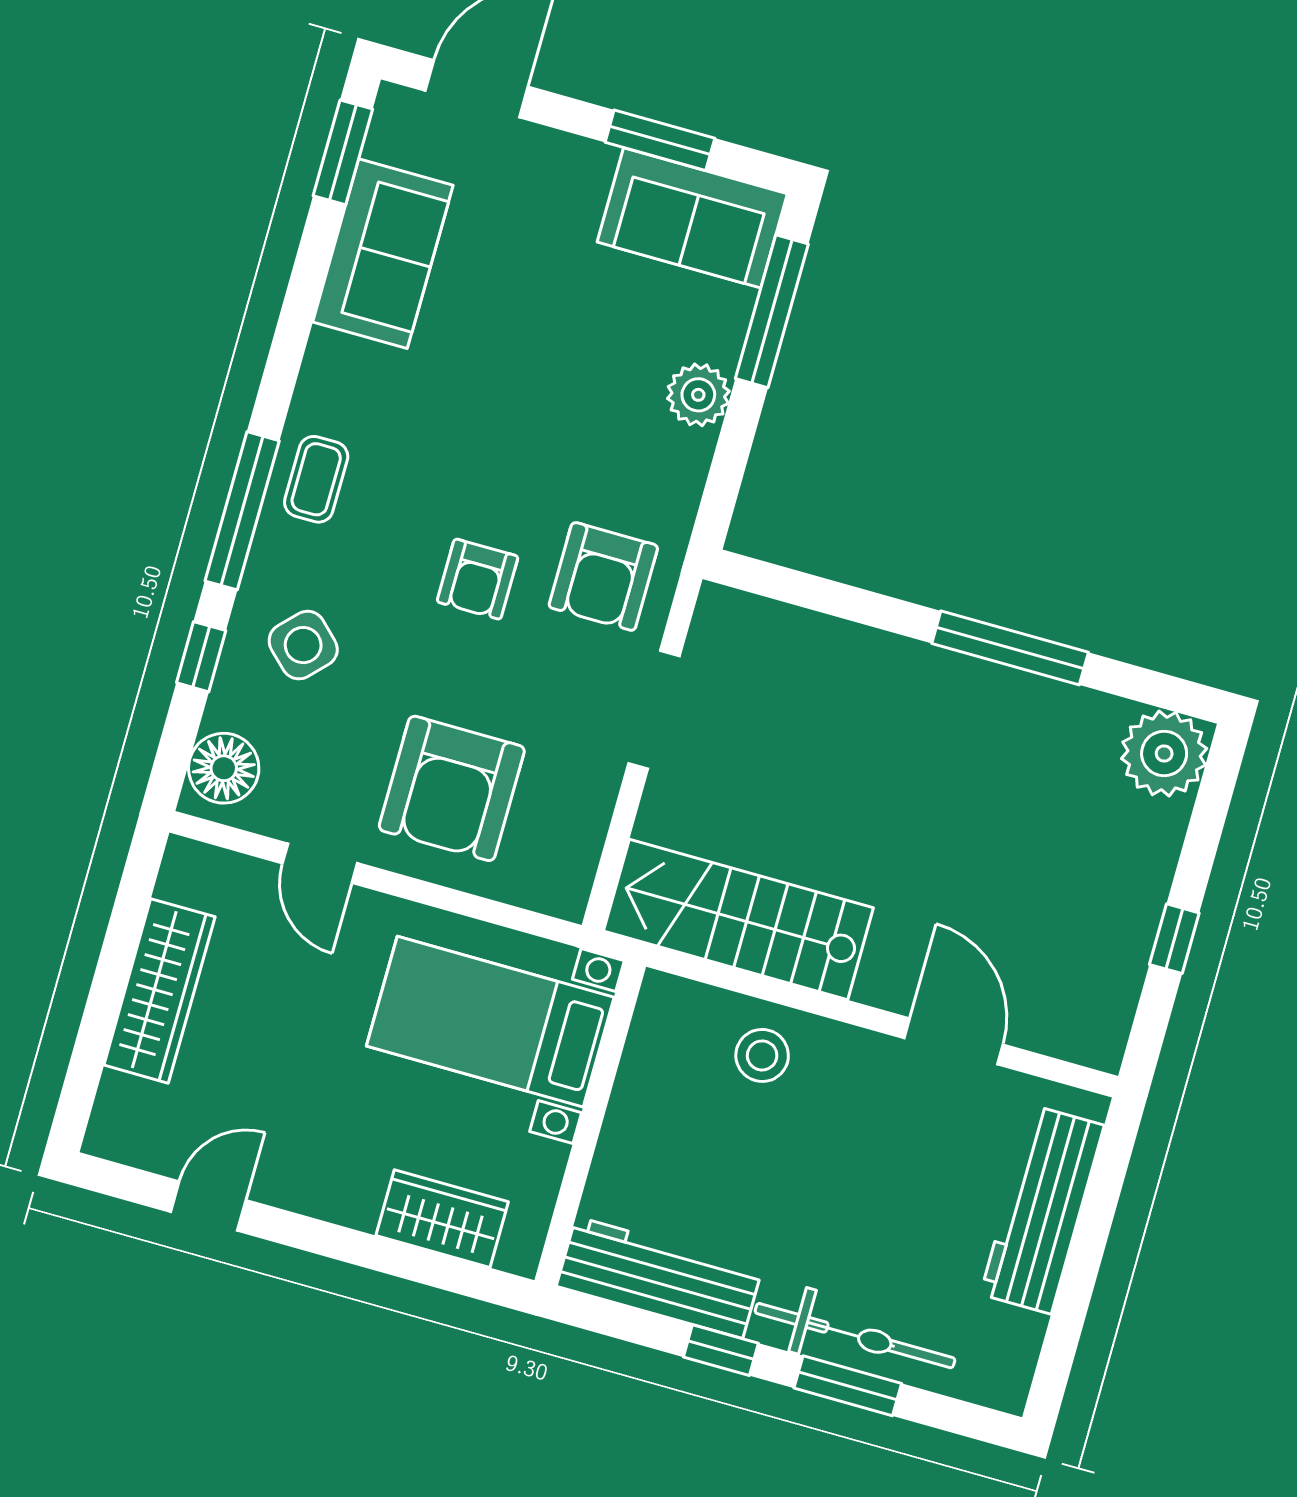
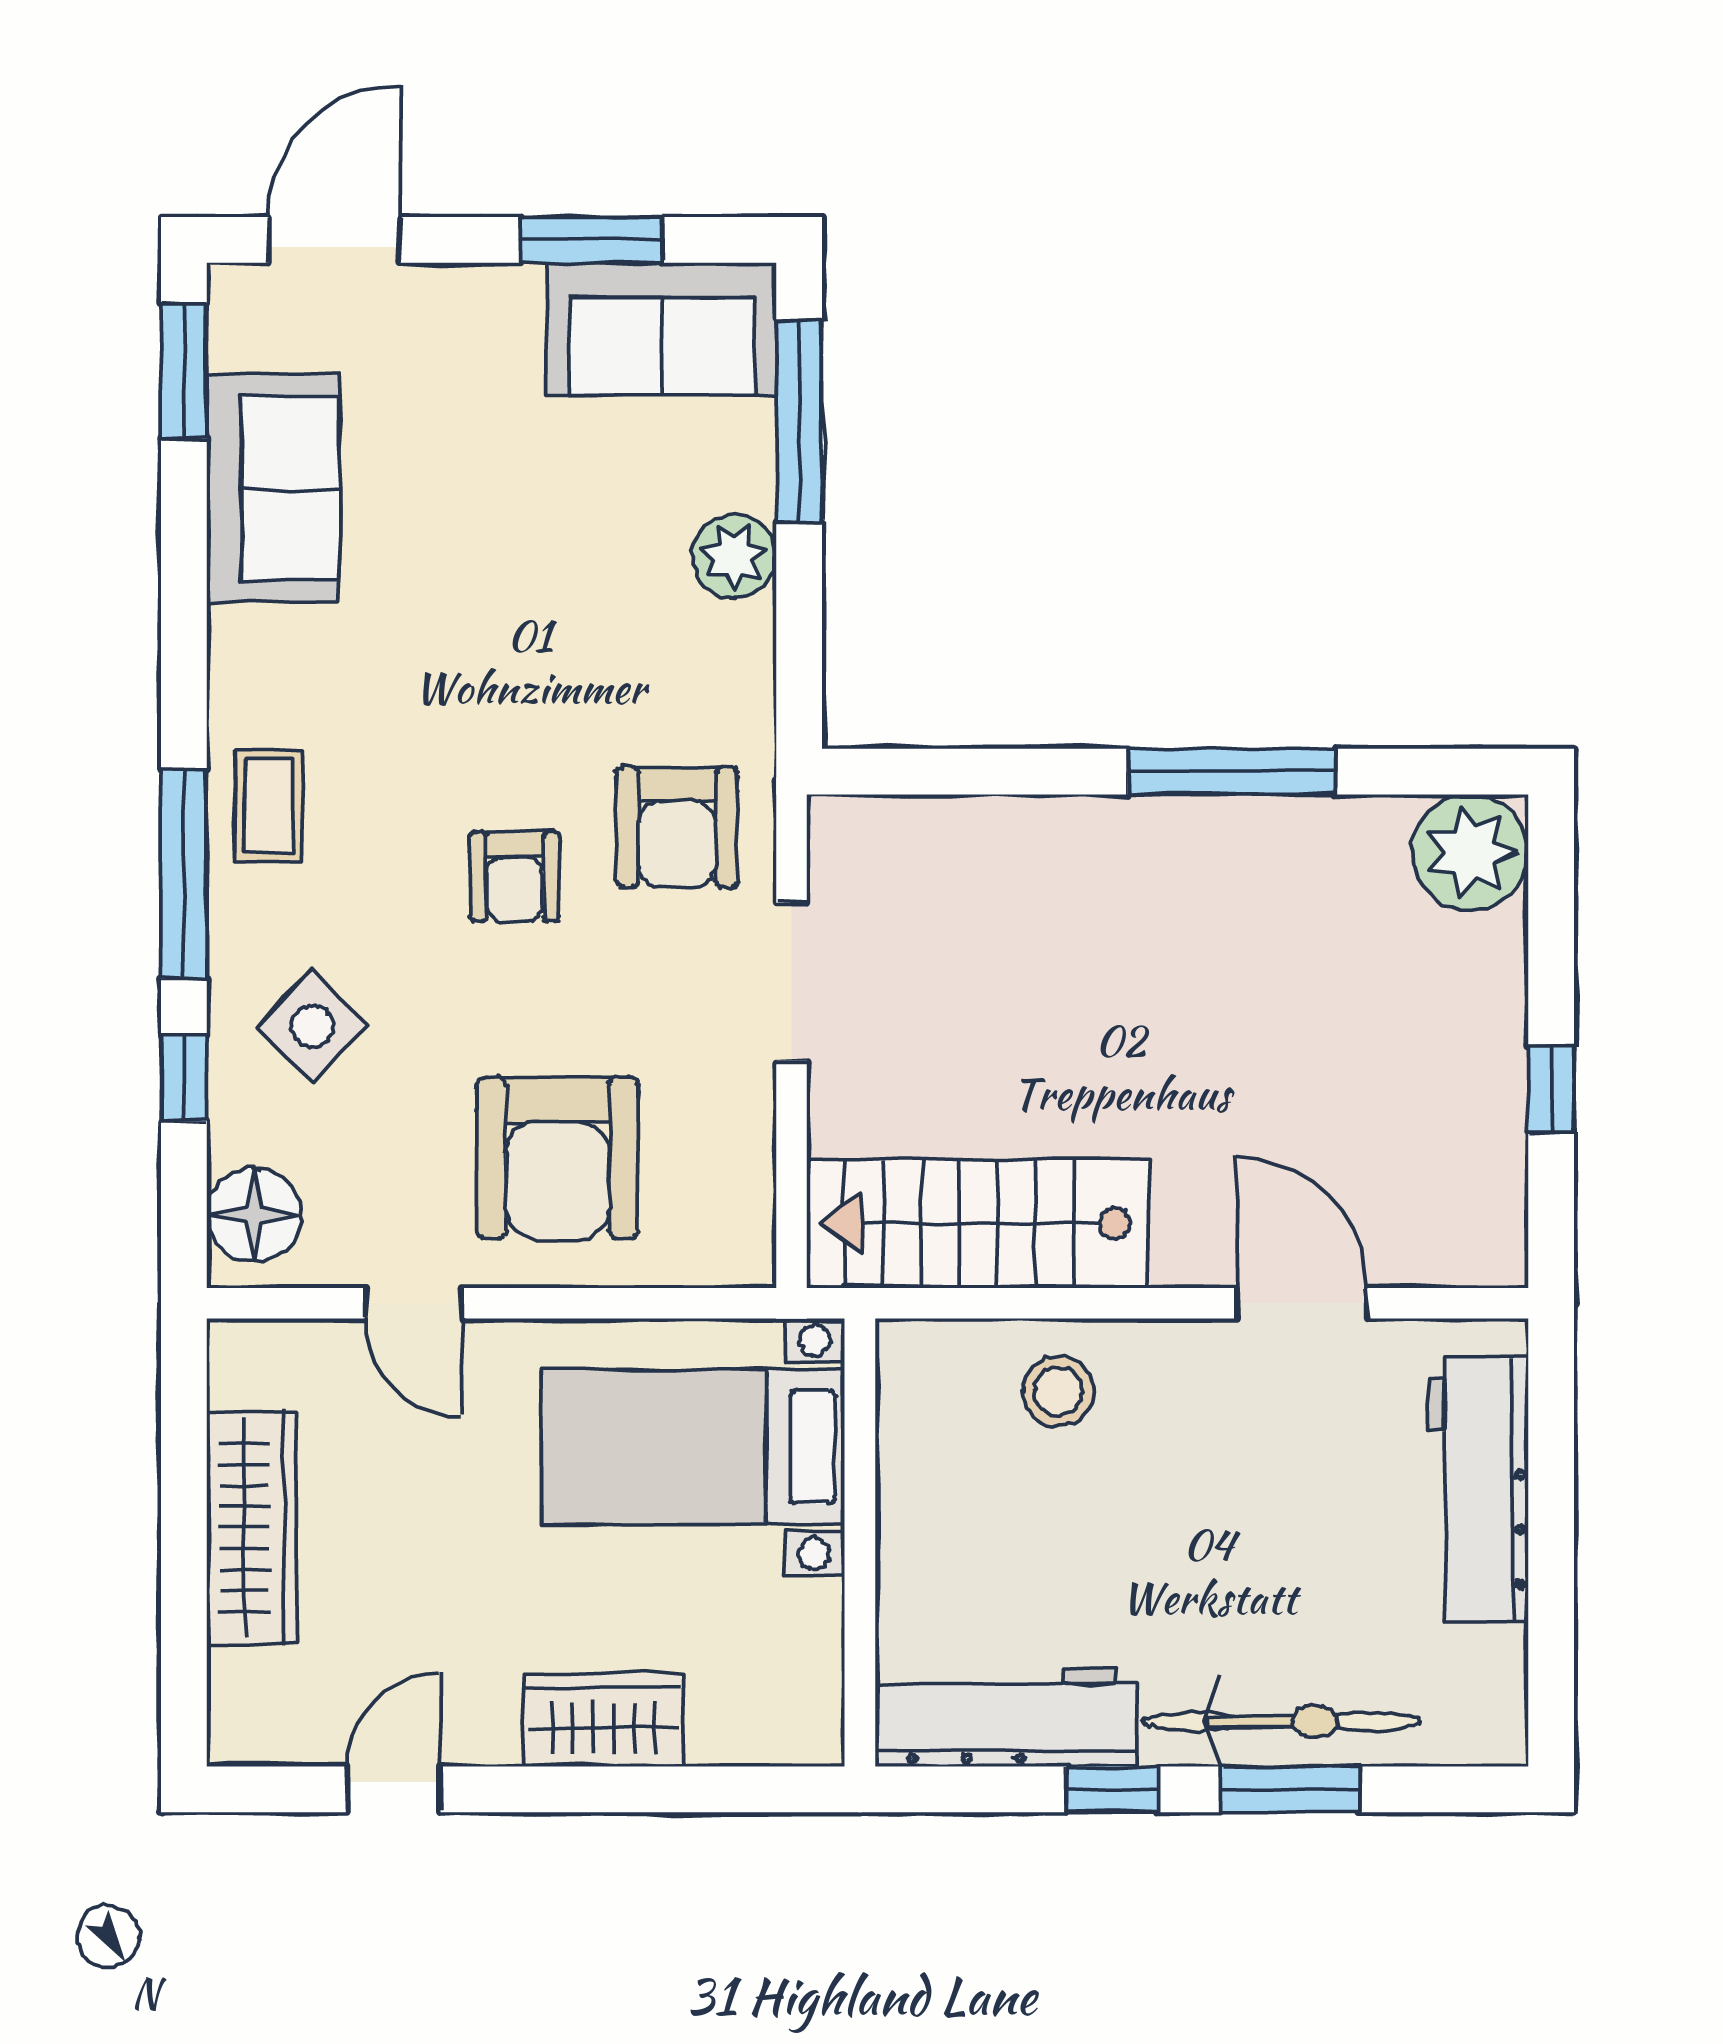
wardrobe: (442, 1219) -> (603, 1720), moved

